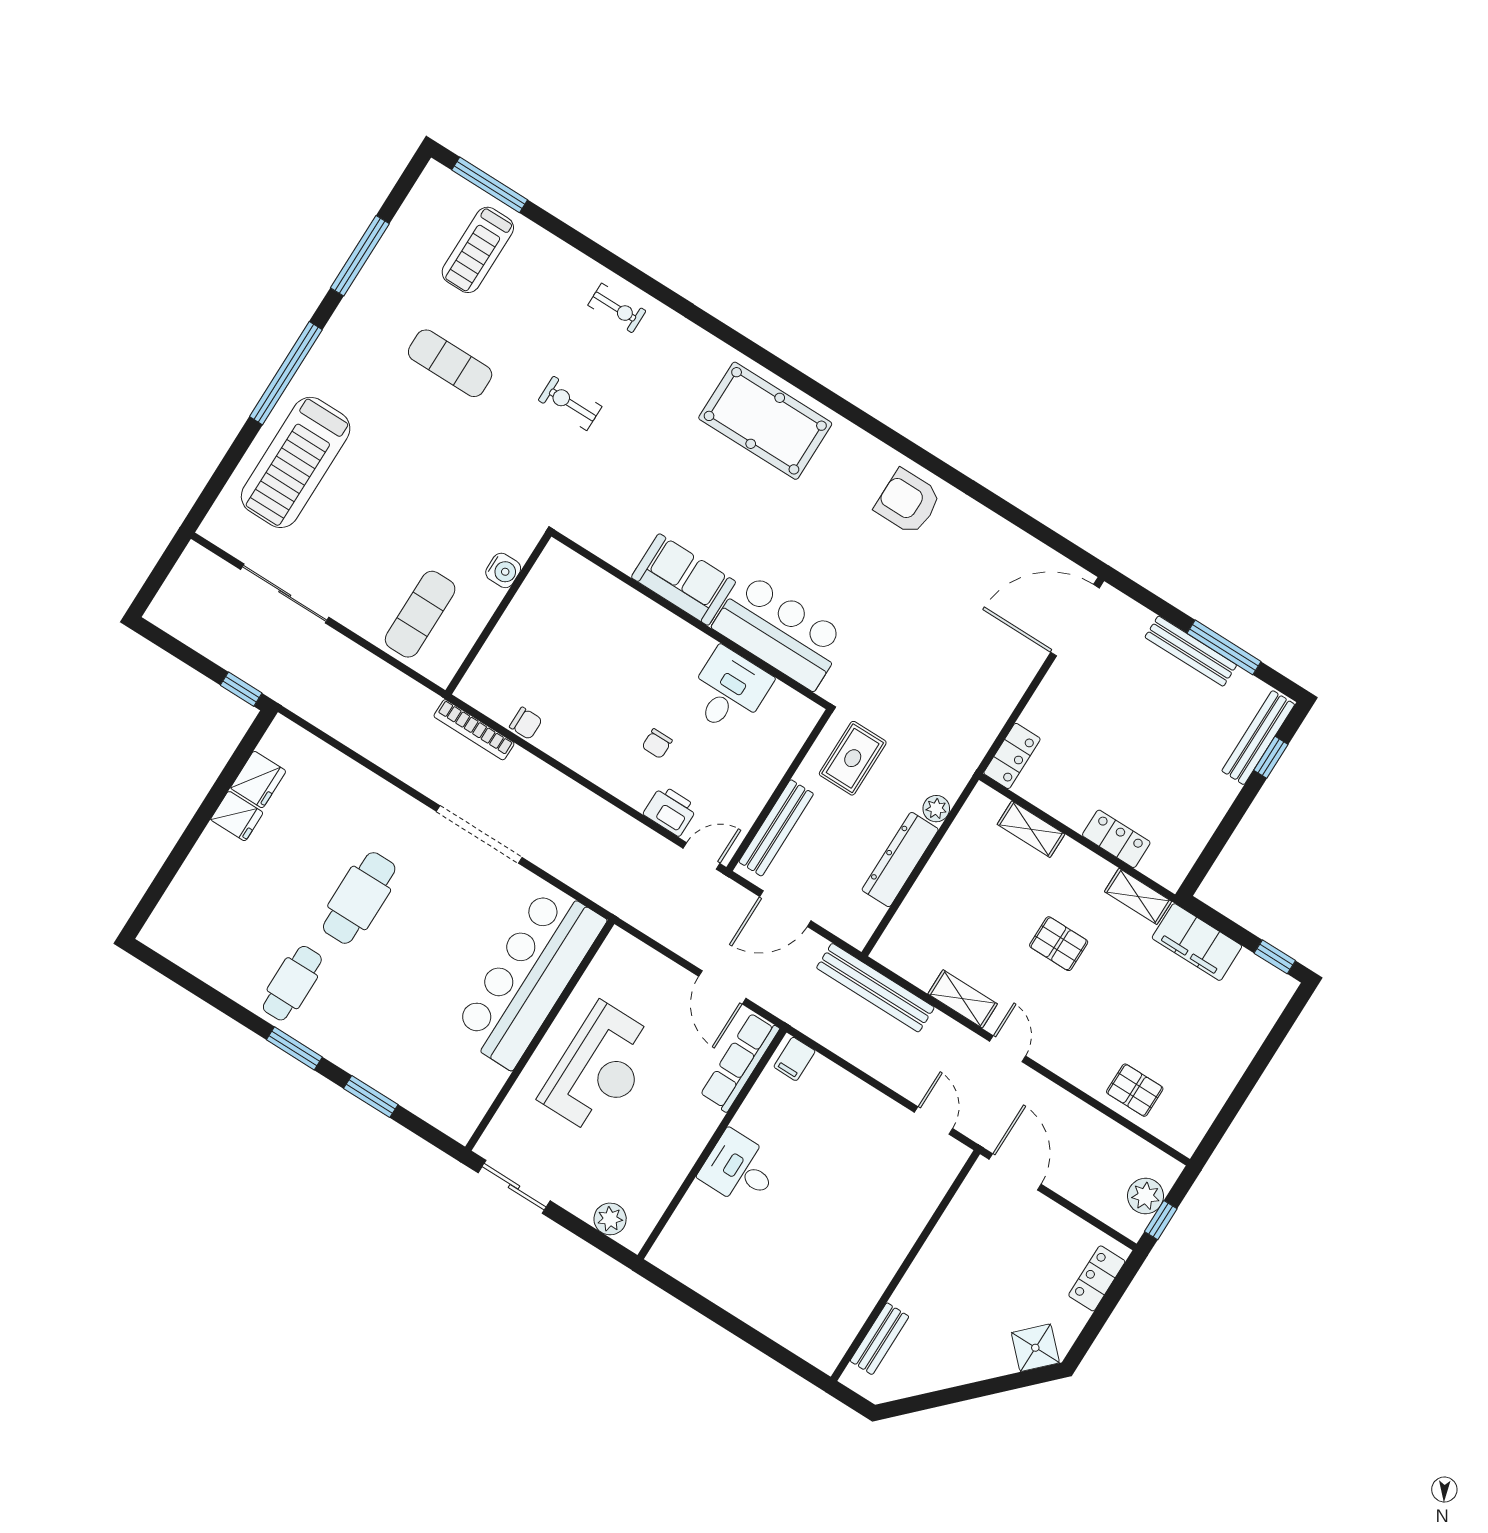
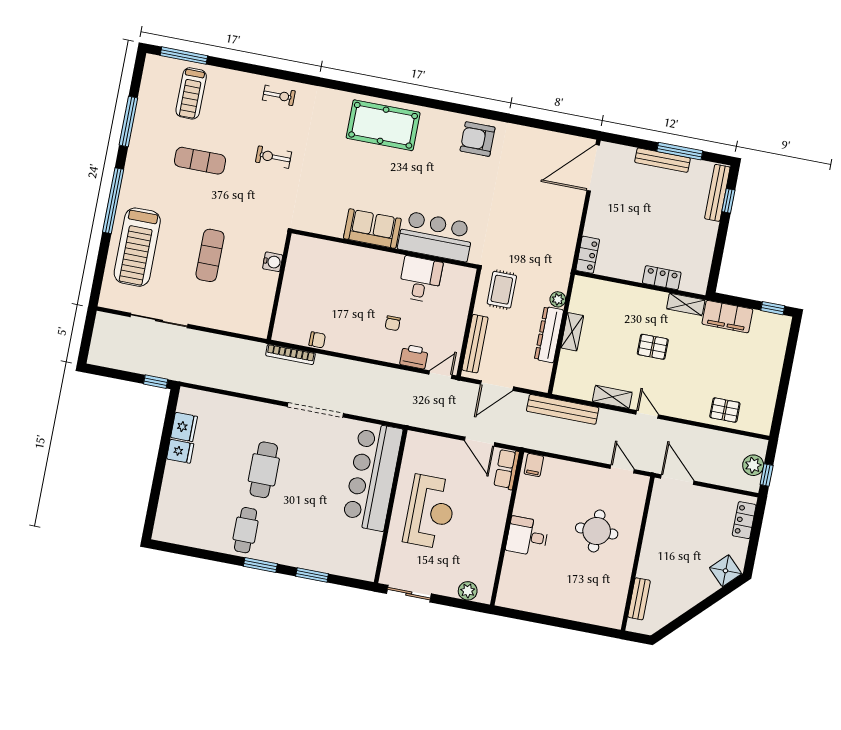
exercise mat: (420, 614) -> (210, 255), moved
shelving: (1031, 829) -> (572, 332), moved, turned 90
row of seats: (740, 1062) -> (507, 469), width x0.68
round table: (854, 1204) -> (597, 531), added

